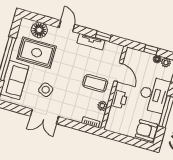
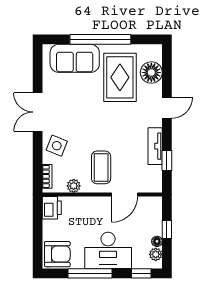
side table: (46, 90) -> (57, 146), moved
printer: (119, 99) -> (52, 208), moved, turned -90
armchair: (146, 130) -> (57, 254), turned 90

